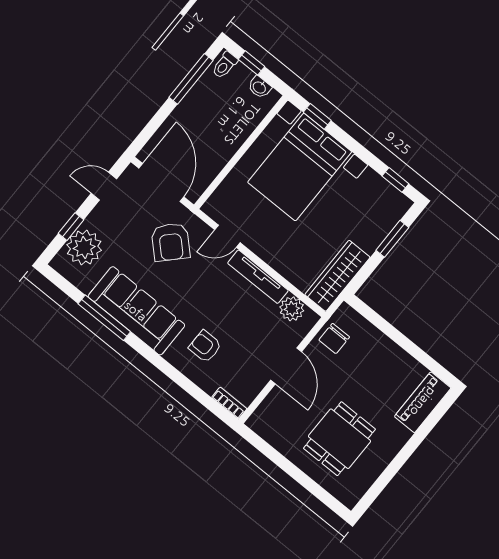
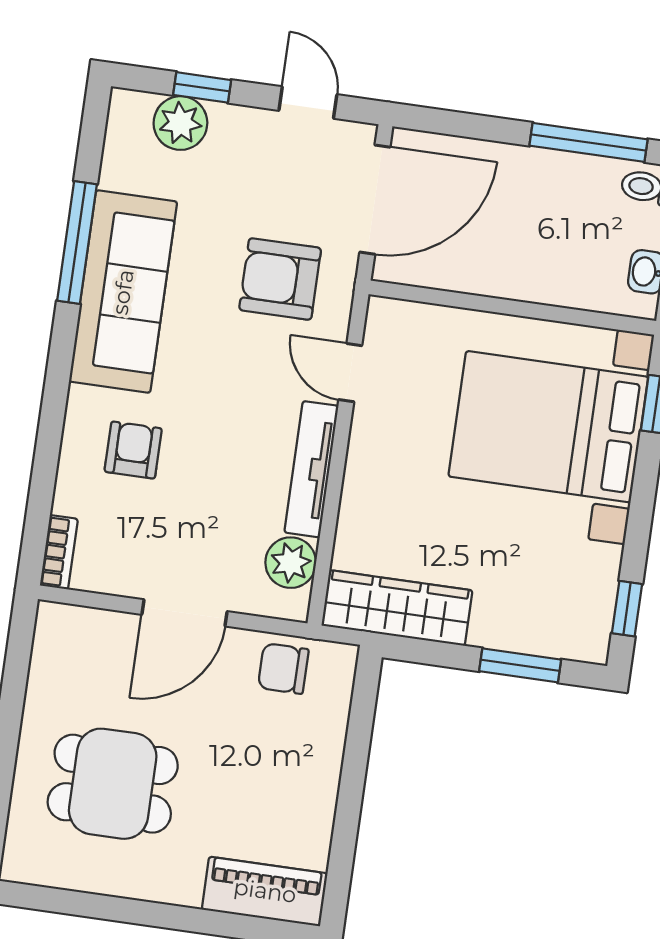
armchair: (171, 242) -> (280, 279), turned 46
plant: (84, 248) -> (180, 123), width x0.73, depth x0.73

